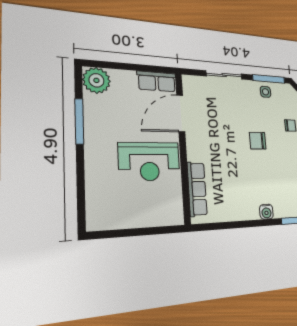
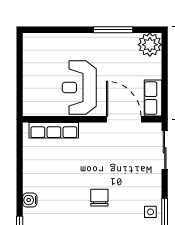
sliding door: (224, 75) -> (165, 150), moved

